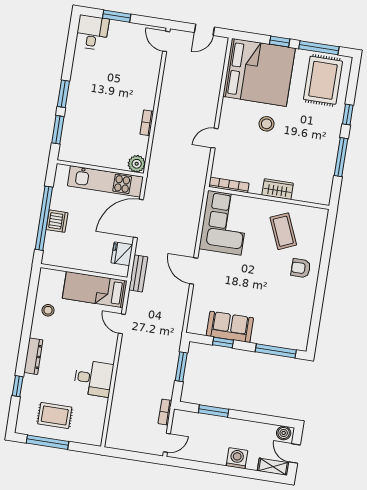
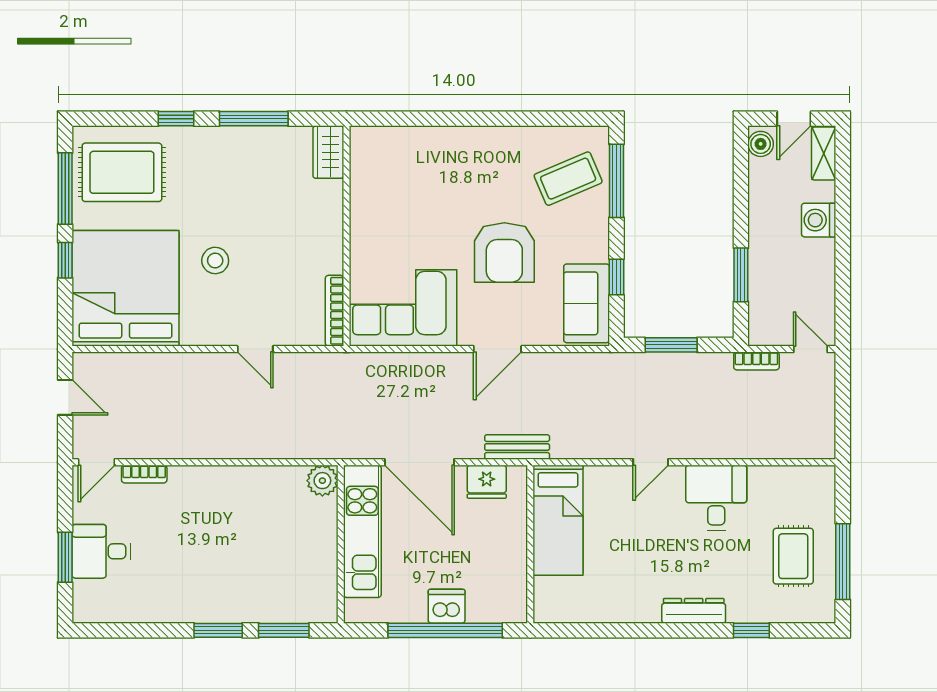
desk: (92, 33) -> (101, 551), moved
bookcase: (147, 123) -> (144, 474), moved
wardrobe: (278, 189) -> (328, 152), moved
coffee table: (283, 231) -> (568, 179), moved
armchair: (301, 268) -> (504, 253), moved, width x1.88, depth x1.88
stool: (48, 310) -> (608, 597), removed
door: (122, 324) -> (651, 462), moved
sofa: (230, 327) -> (587, 303), moved

